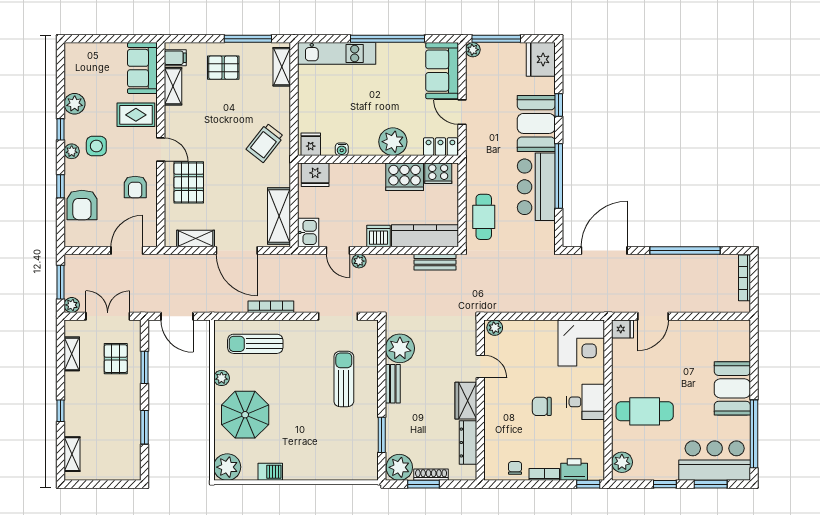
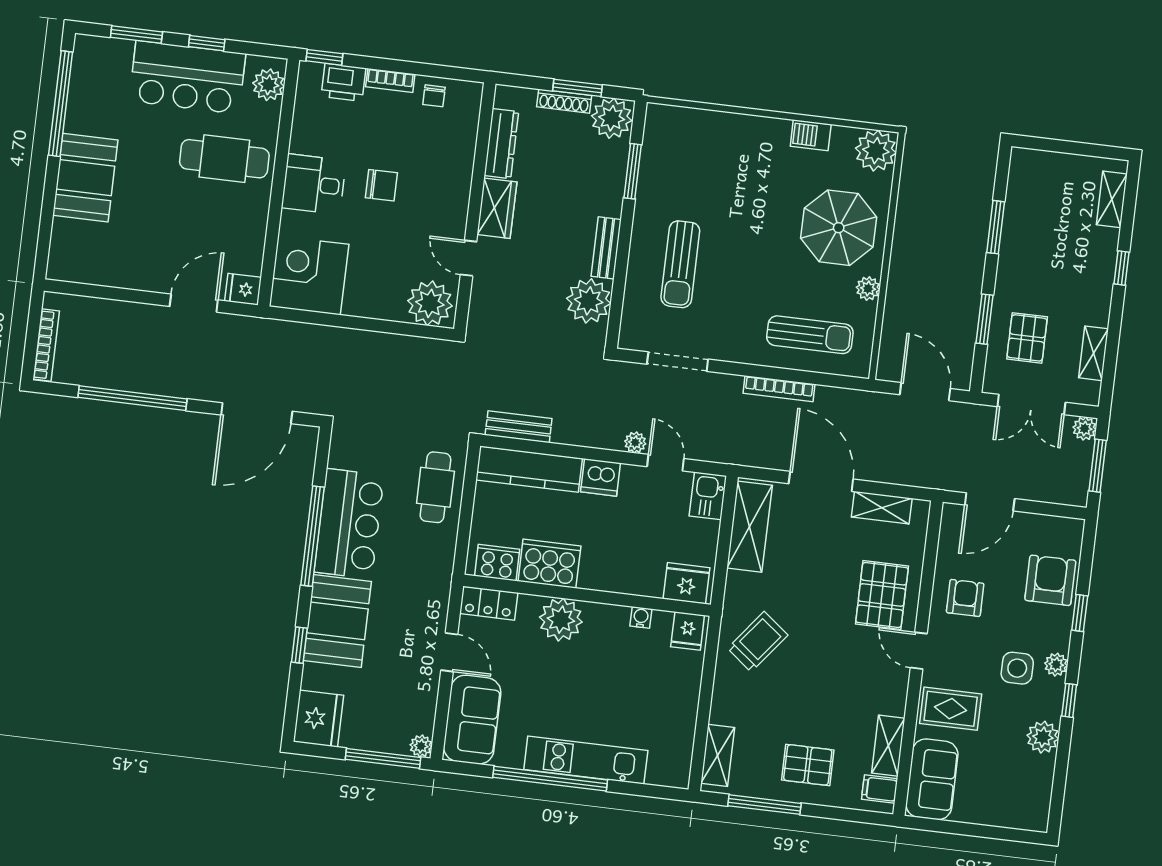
kitchen unit: (337, 53) -> (586, 760), moved
plant: (495, 328) -> (430, 303), width x1.88, depth x1.88
bar counter: (715, 461) -> (187, 77), moved

